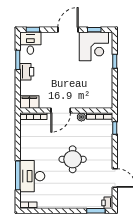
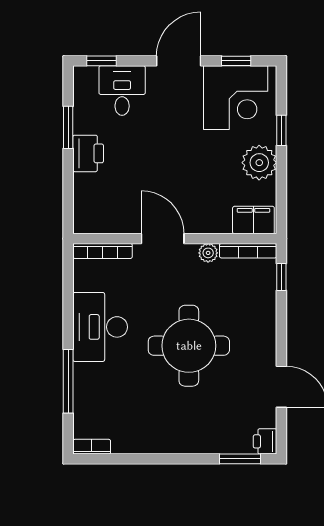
desk: (30, 43) -> (122, 91), moved
plant: (105, 76) -> (259, 163), added
filing cabinet: (29, 102) -> (253, 220), moved
door: (61, 111) -> (163, 239), swing flipped
round table: (73, 159) -> (189, 346), width x1.36, depth x1.36
desk: (32, 176) -> (100, 327), moved

